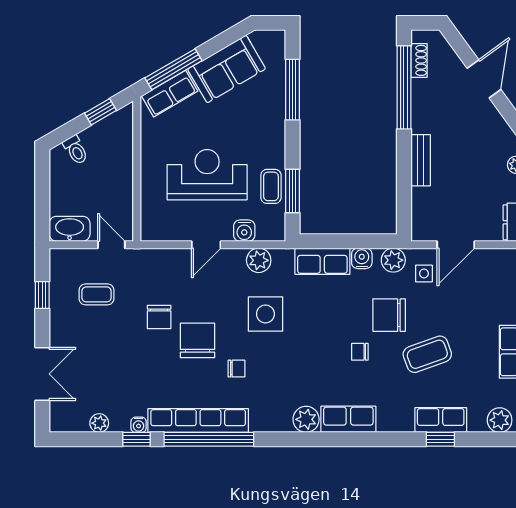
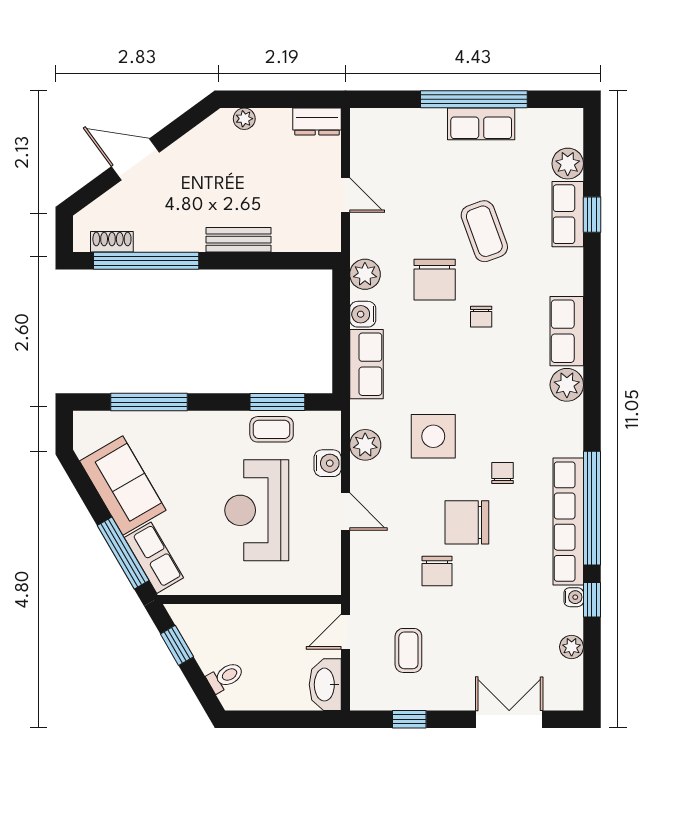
door: (456, 245) -> (345, 195), width x0.73
side table: (424, 273) -> (382, 235), removed
chair: (159, 317) -> (437, 571), turned 90
plant: (500, 420) -> (568, 164), moved

